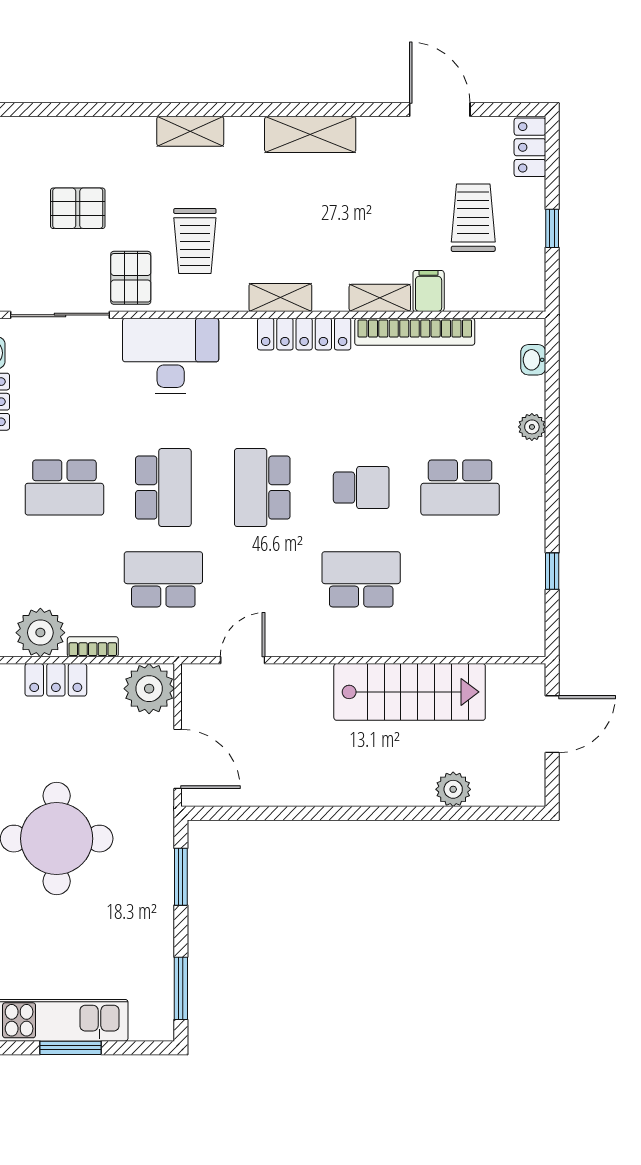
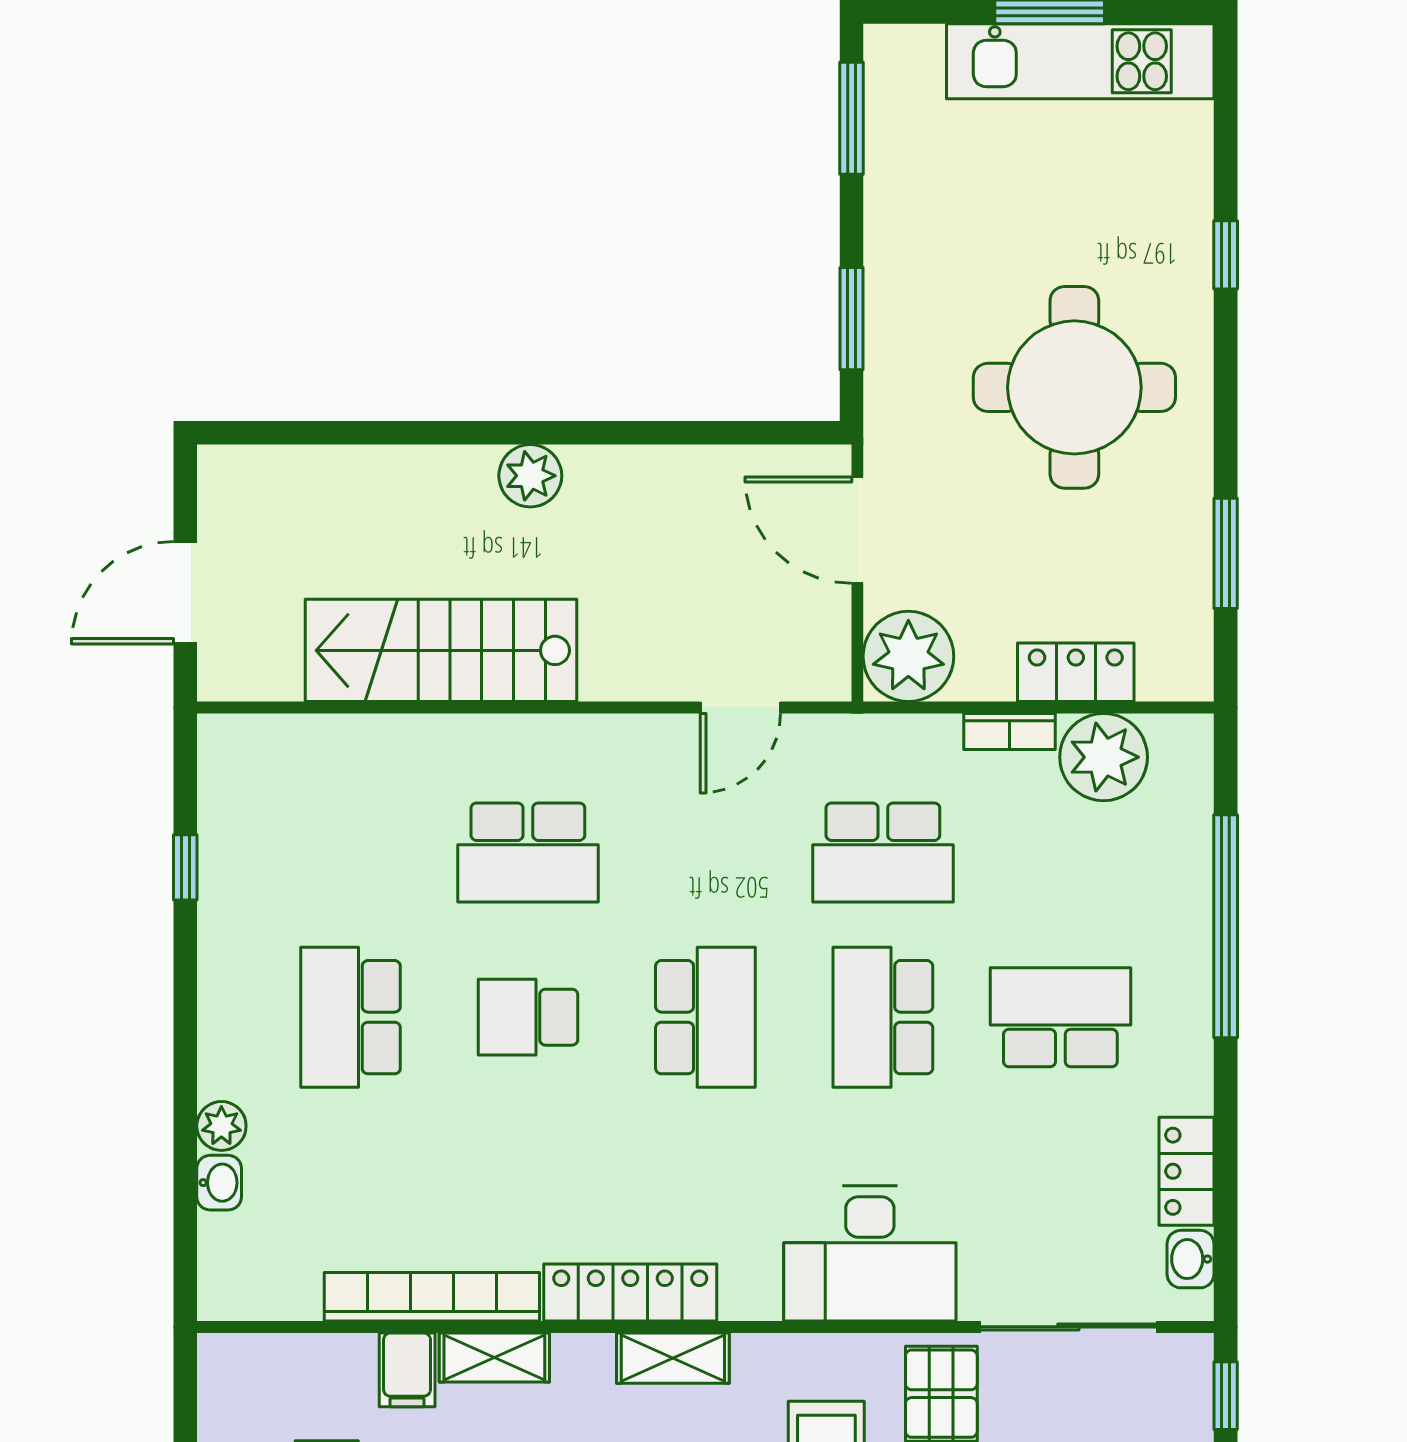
washbasin: (533, 360) -> (219, 1183), moved
school desk: (460, 488) -> (350, 1017), turned -90
plant: (453, 789) -> (530, 476), moved

